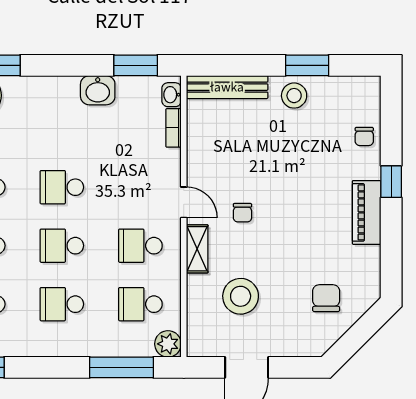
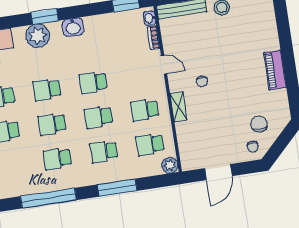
washbasin: (98, 90) -> (73, 27), moved
chair: (364, 136) -> (253, 147), moved
window: (391, 182) -> (287, 50), removed
door: (184, 202) -> (164, 64), moved
stool: (241, 296) -> (208, 131), removed
window: (121, 367) -> (117, 188), moved

